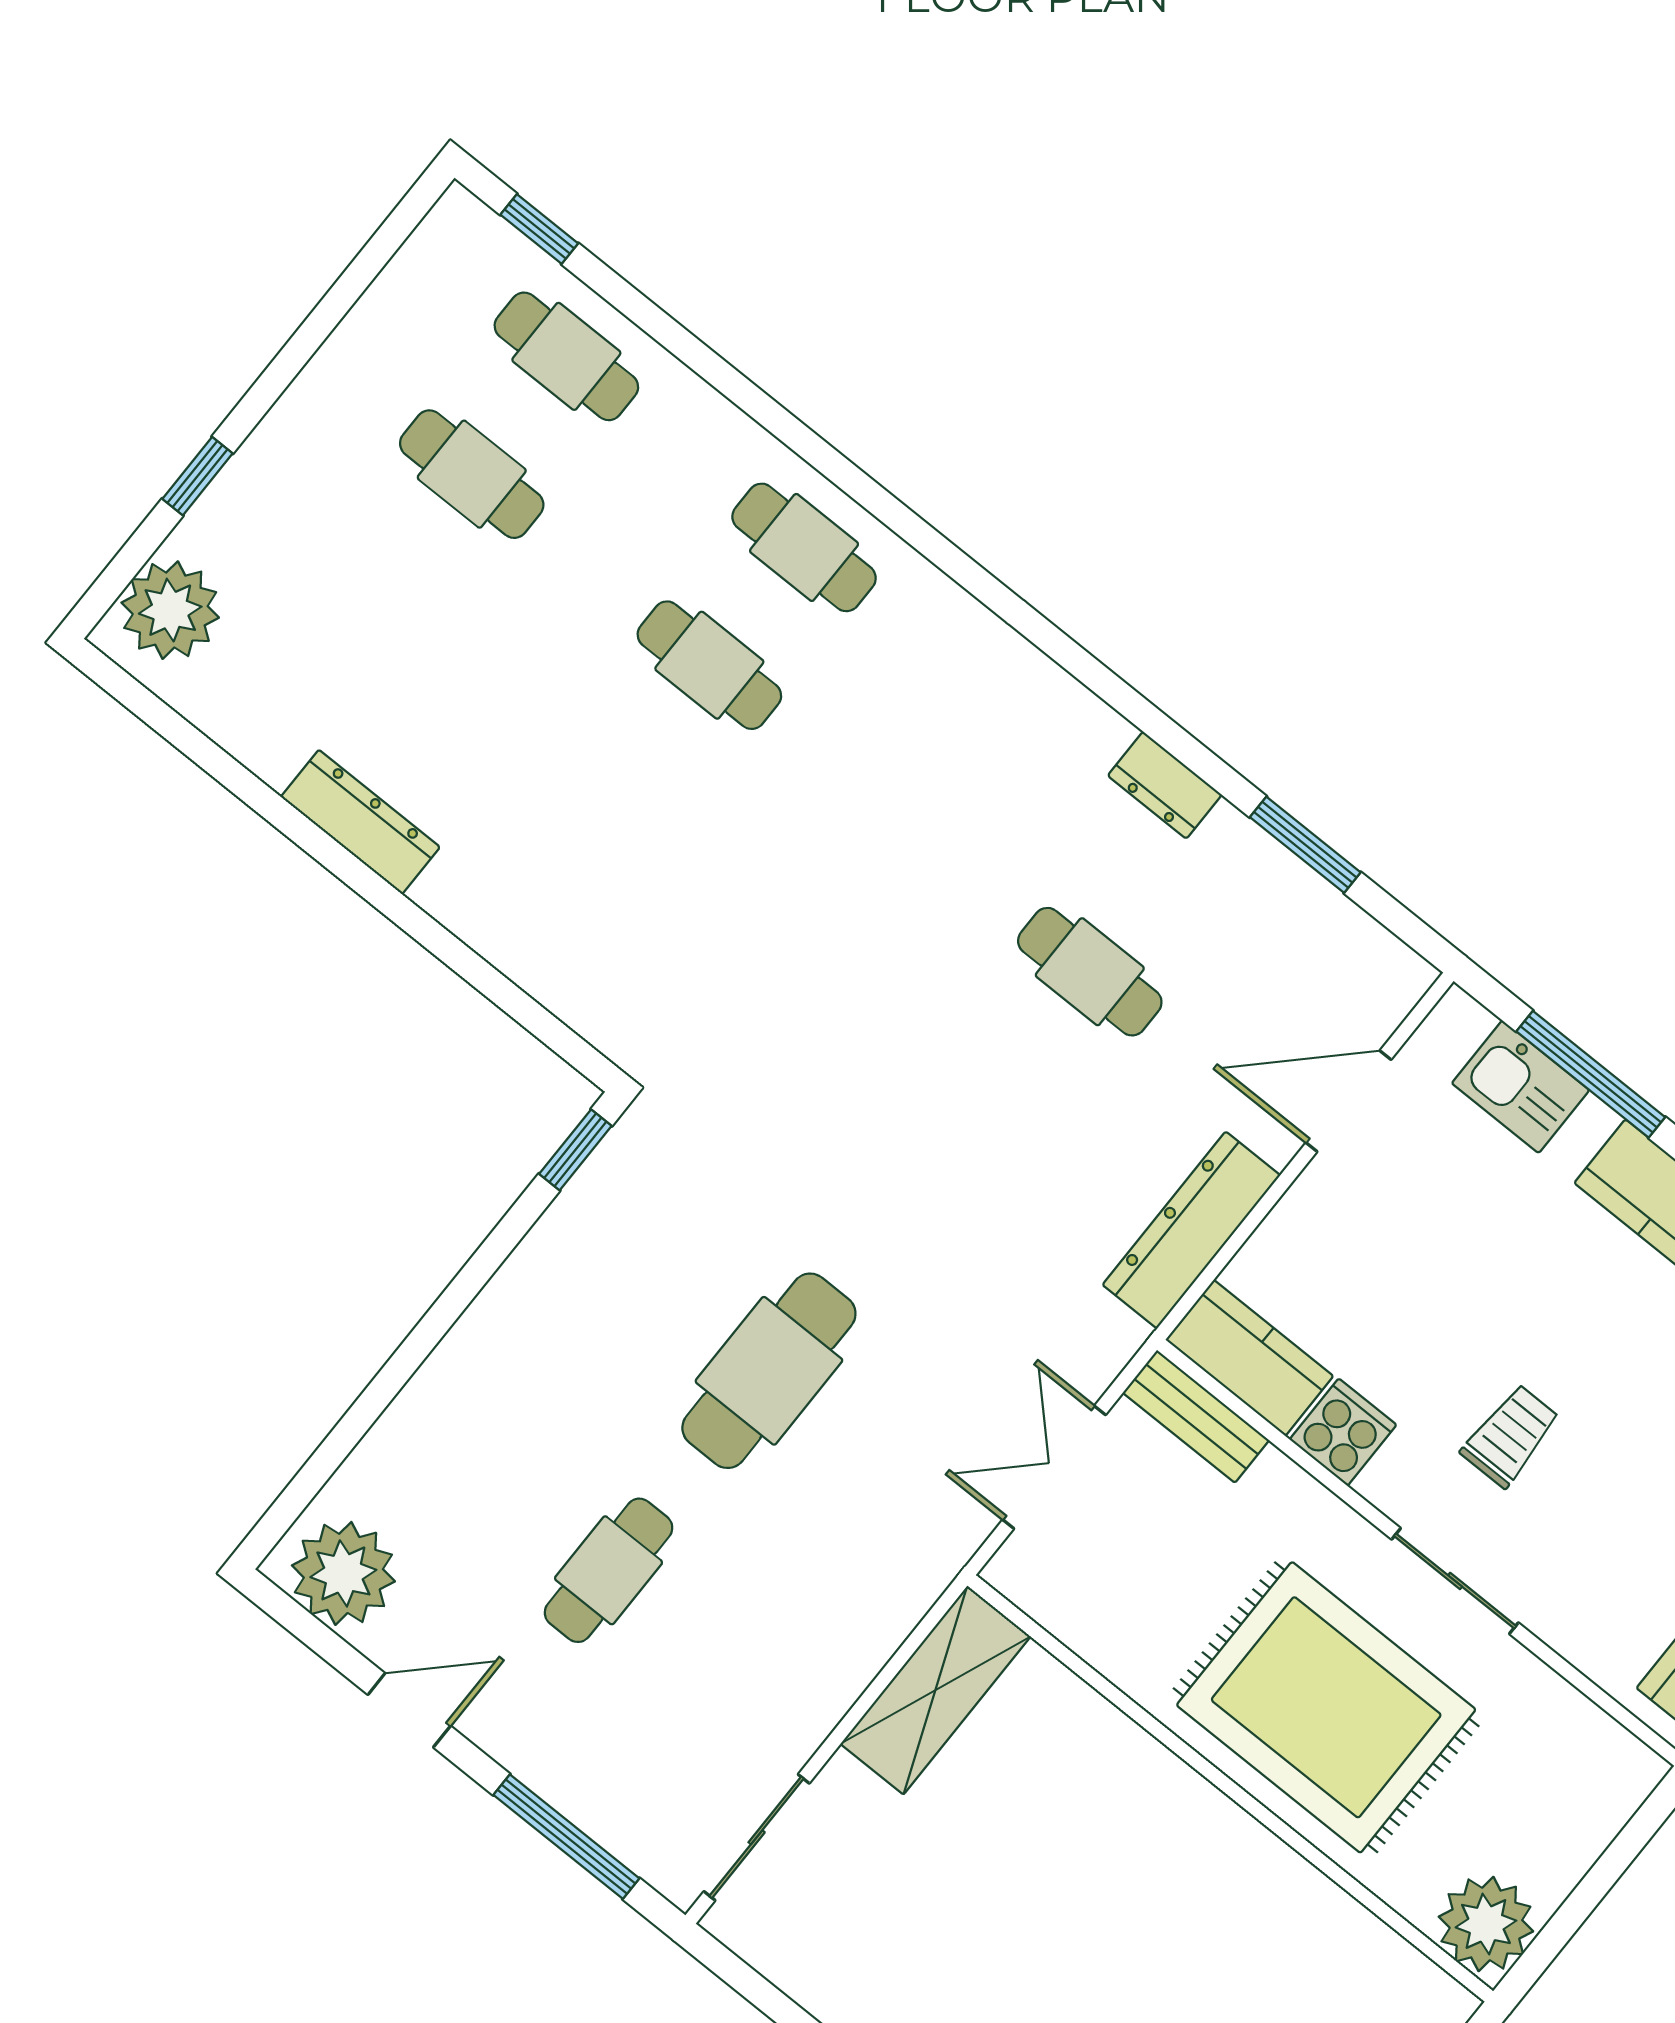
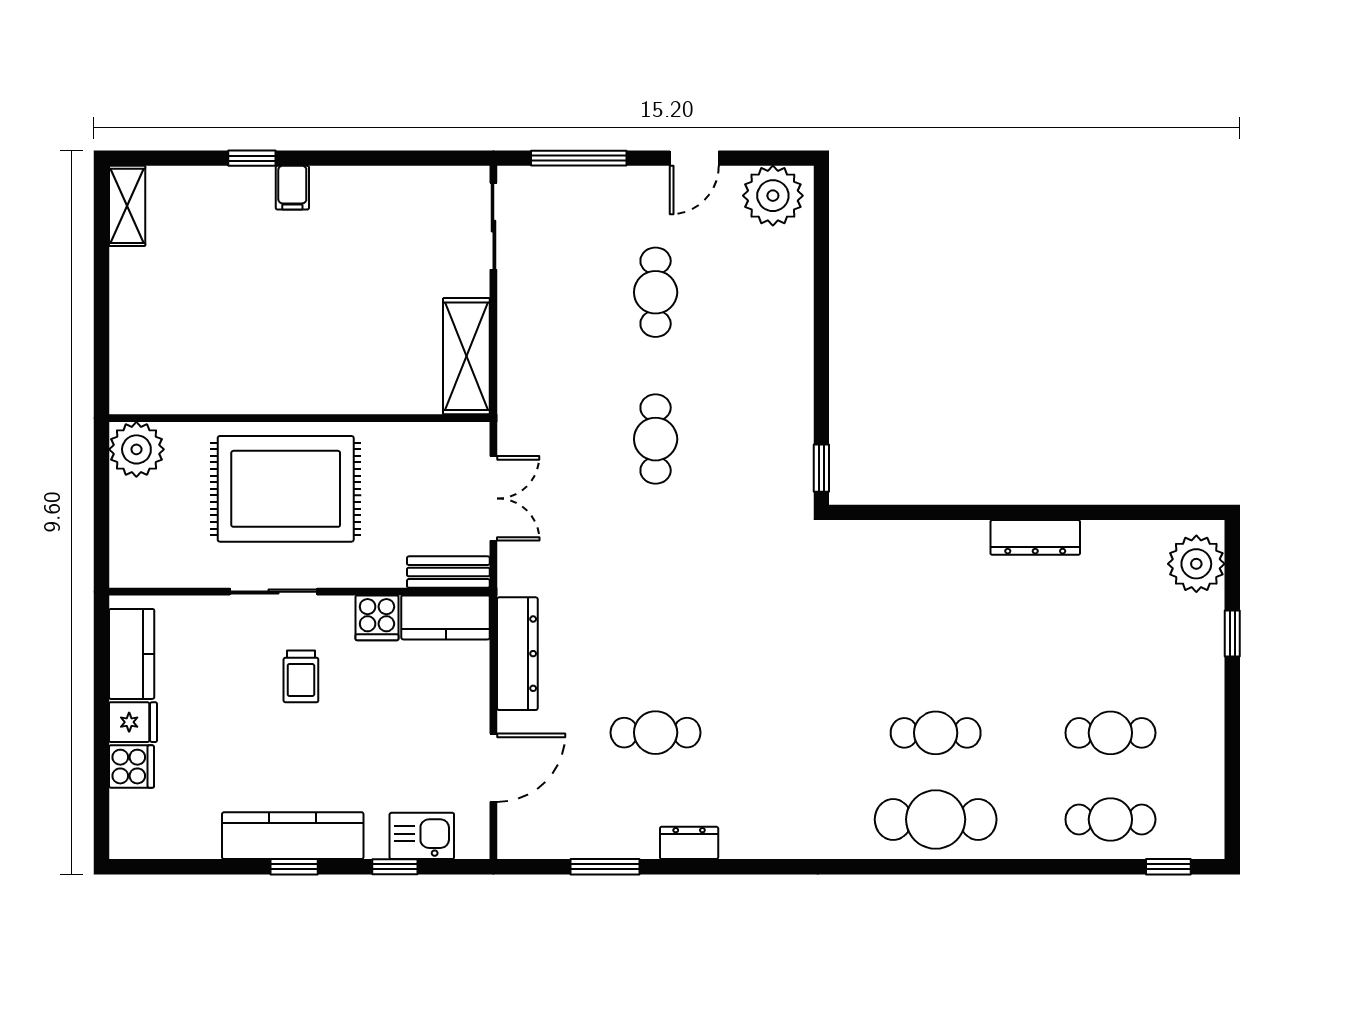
cafe table: (804, 547) -> (936, 819), width x1.37, depth x1.35
window: (1591, 1074) -> (395, 867), width x0.46
cafe table: (769, 1371) -> (656, 439), width x0.73, depth x0.74

